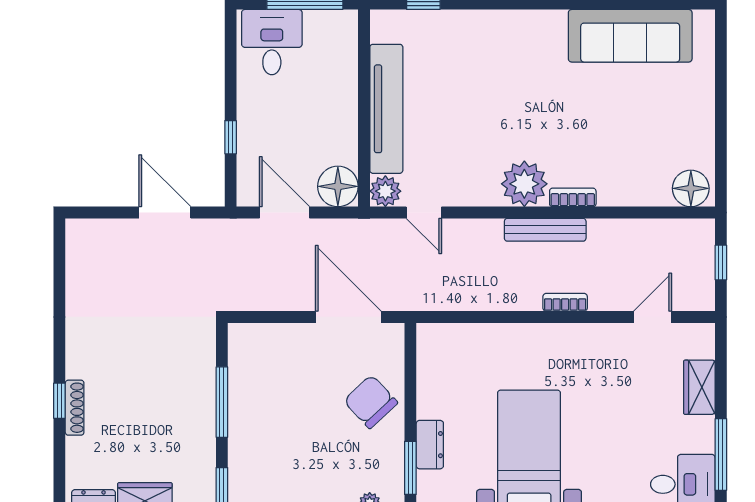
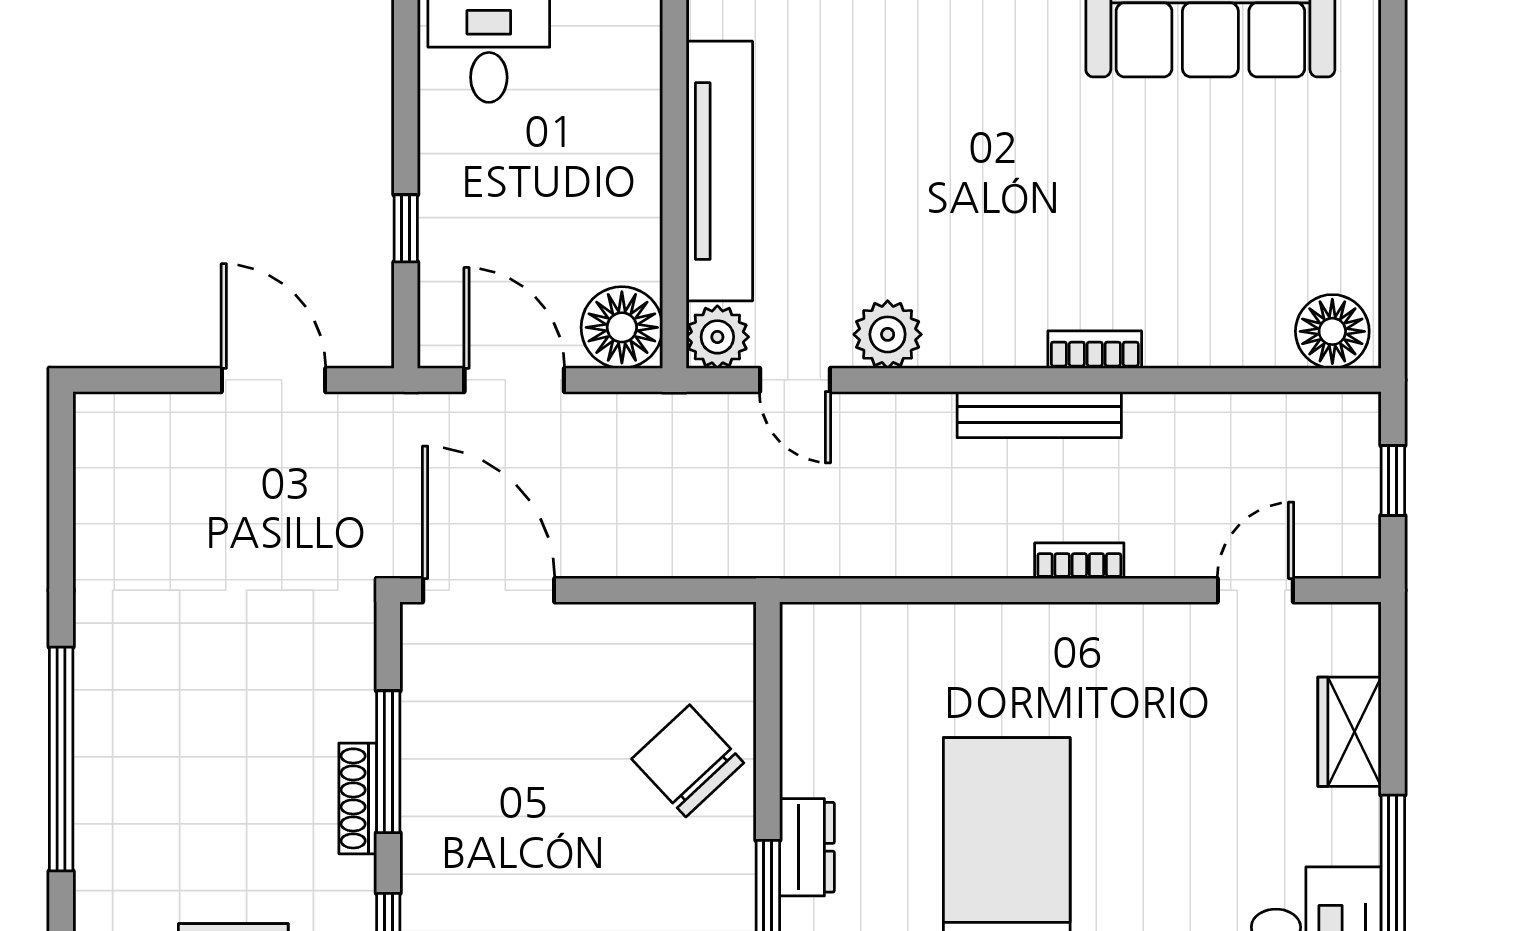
plant: (524, 184) -> (888, 334), moved, width x0.73, depth x0.73
door: (348, 317) -> (489, 590), moved
window: (59, 401) -> (61, 759), width x3.17
shoe rack: (75, 408) -> (358, 798), moved, turned 180

